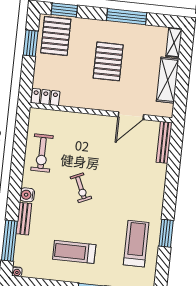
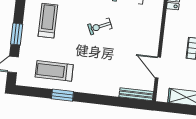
treadmill: (136, 244) -> (54, 71), turned 180

